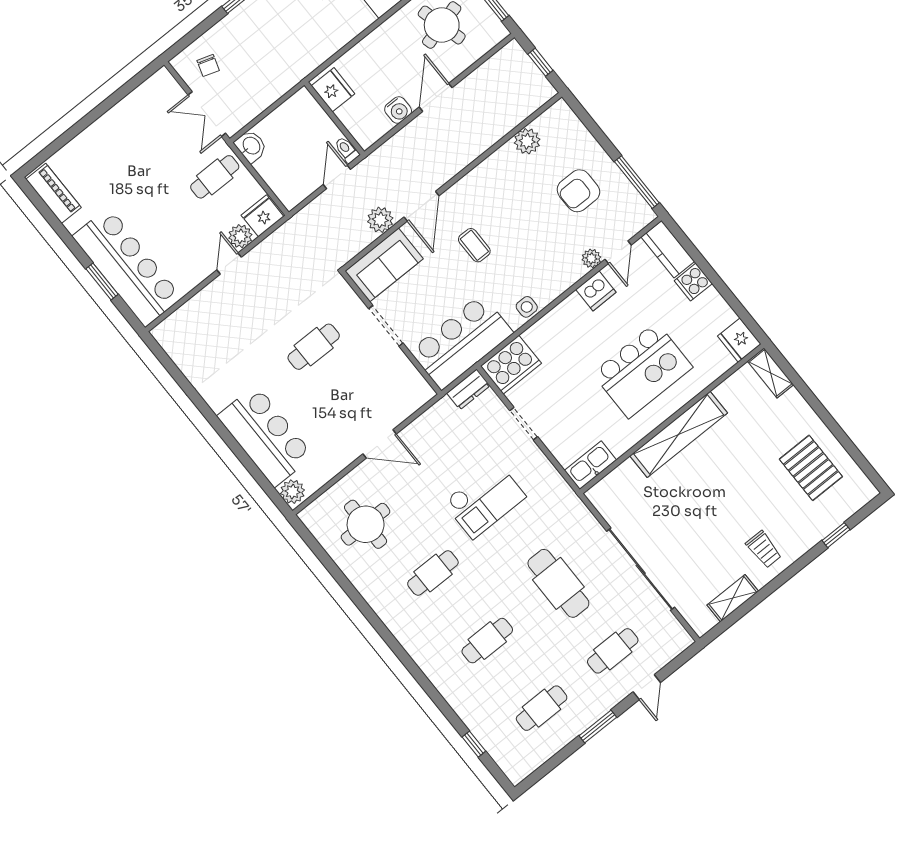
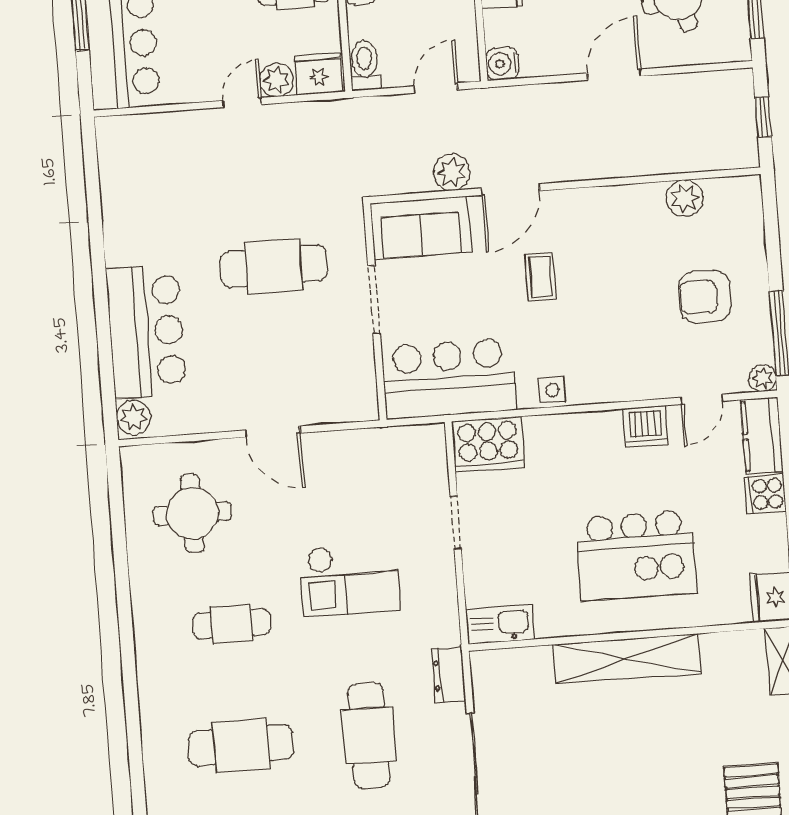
water cooler: (398, 110) -> (502, 64), moved, turned 90
toilet: (347, 150) -> (365, 65), moved, width x1.37, depth x1.39
plant: (591, 258) -> (763, 378), moved
cafe table: (314, 347) -> (274, 266), width x1.37, depth x1.35
dresser: (468, 389) -> (449, 675), moved, turned 90
cafe table: (487, 641) -> (241, 745), width x1.37, depth x1.35

